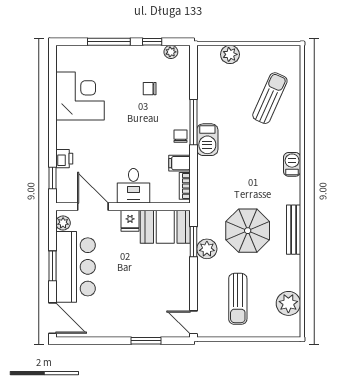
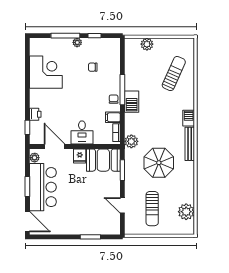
plant: (171, 52) -> (77, 42), moved
bench: (294, 230) -> (190, 144), moved
plant: (207, 249) -> (131, 141), moved
door: (194, 322) -> (122, 205), moved

